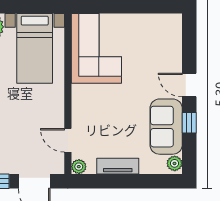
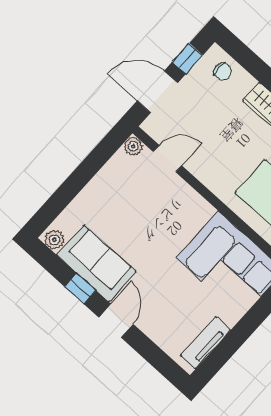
door: (189, 85) -> (116, 321), hinge flipped
tv unit: (118, 166) -> (206, 343), moved, turned 180

